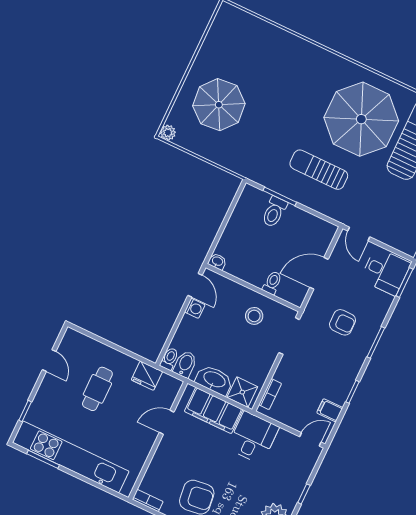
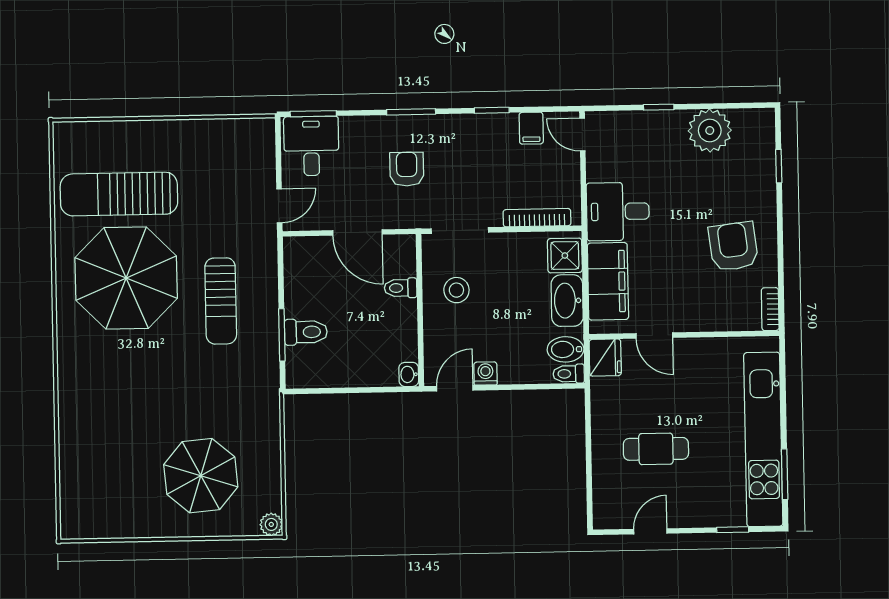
fridge: (147, 376) -> (605, 358), moved
bookcase: (270, 394) -> (537, 218), width x1.56

